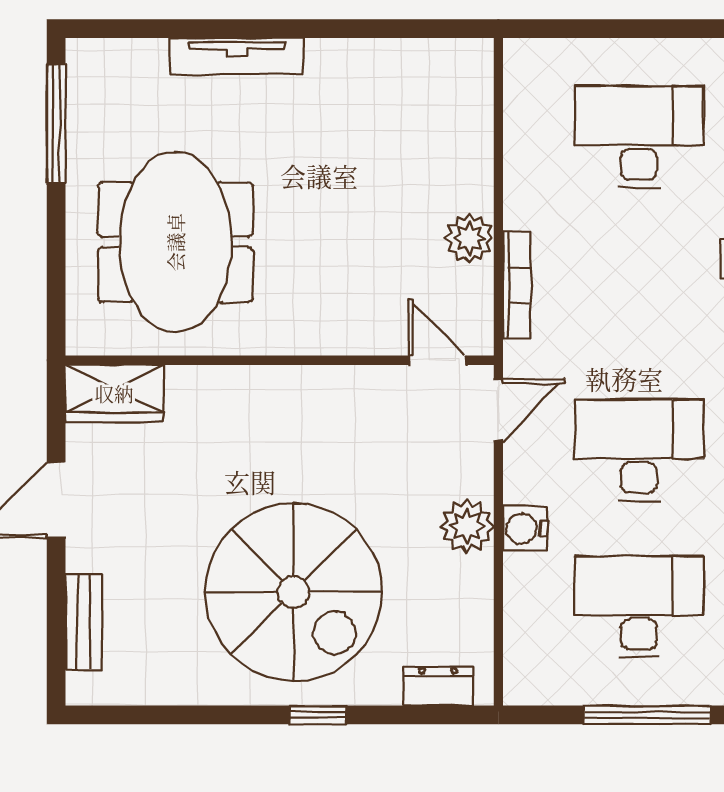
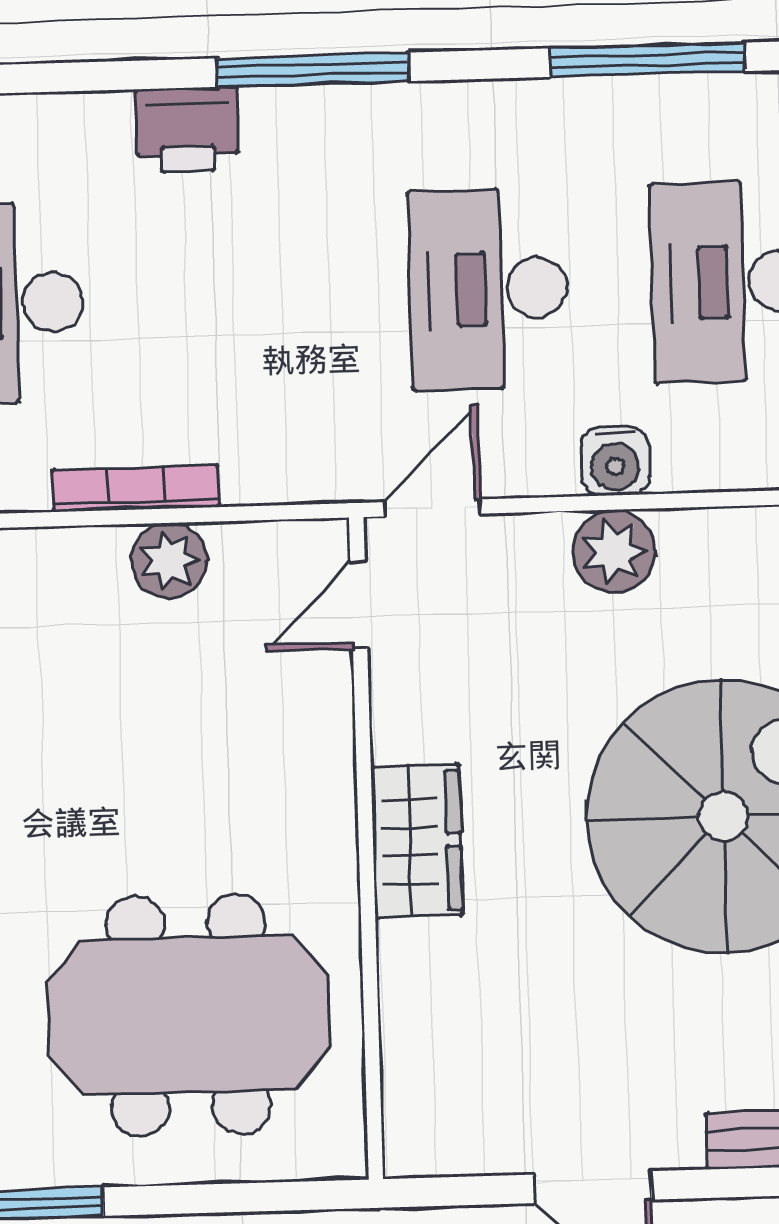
bookcase: (517, 285) -> (136, 488), moved
wardrobe: (114, 393) -> (417, 841), moved
door: (498, 410) -> (433, 508), hinge flipped

